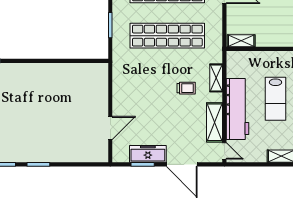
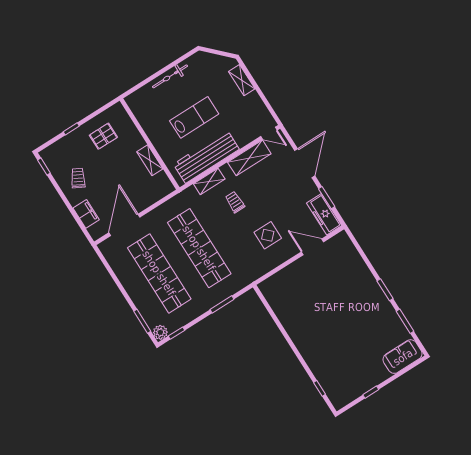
shelving: (241, 41) -> (150, 160), moved
display table: (143, 98) -> (268, 235), added
workbench: (238, 109) -> (206, 157), moved
door: (224, 151) -> (269, 133), swing flipped
freezer: (148, 154) -> (324, 214), moved

